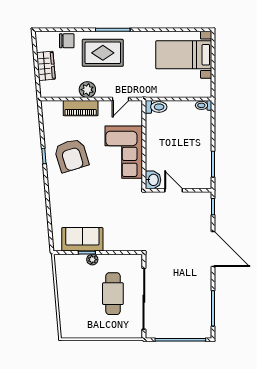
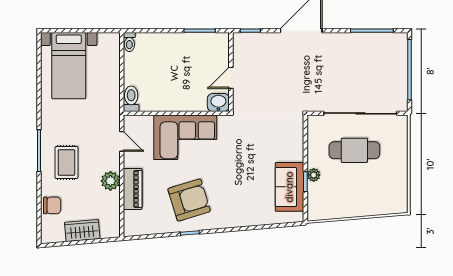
chair: (67, 41) -> (52, 205), turned 90
rug: (103, 53) -> (66, 162), width x0.73, depth x0.70

